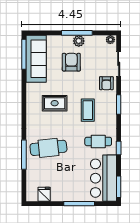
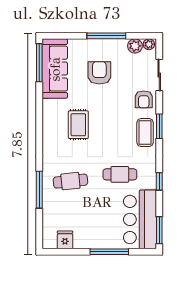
plant: (79, 41) -> (135, 46), moved
rug: (55, 103) -> (78, 125), turned 90
coffee table: (88, 110) -> (145, 132), moved
cafe table: (98, 141) -> (120, 174), moved
cafe table: (48, 148) -> (70, 181), width x0.73, depth x0.74

